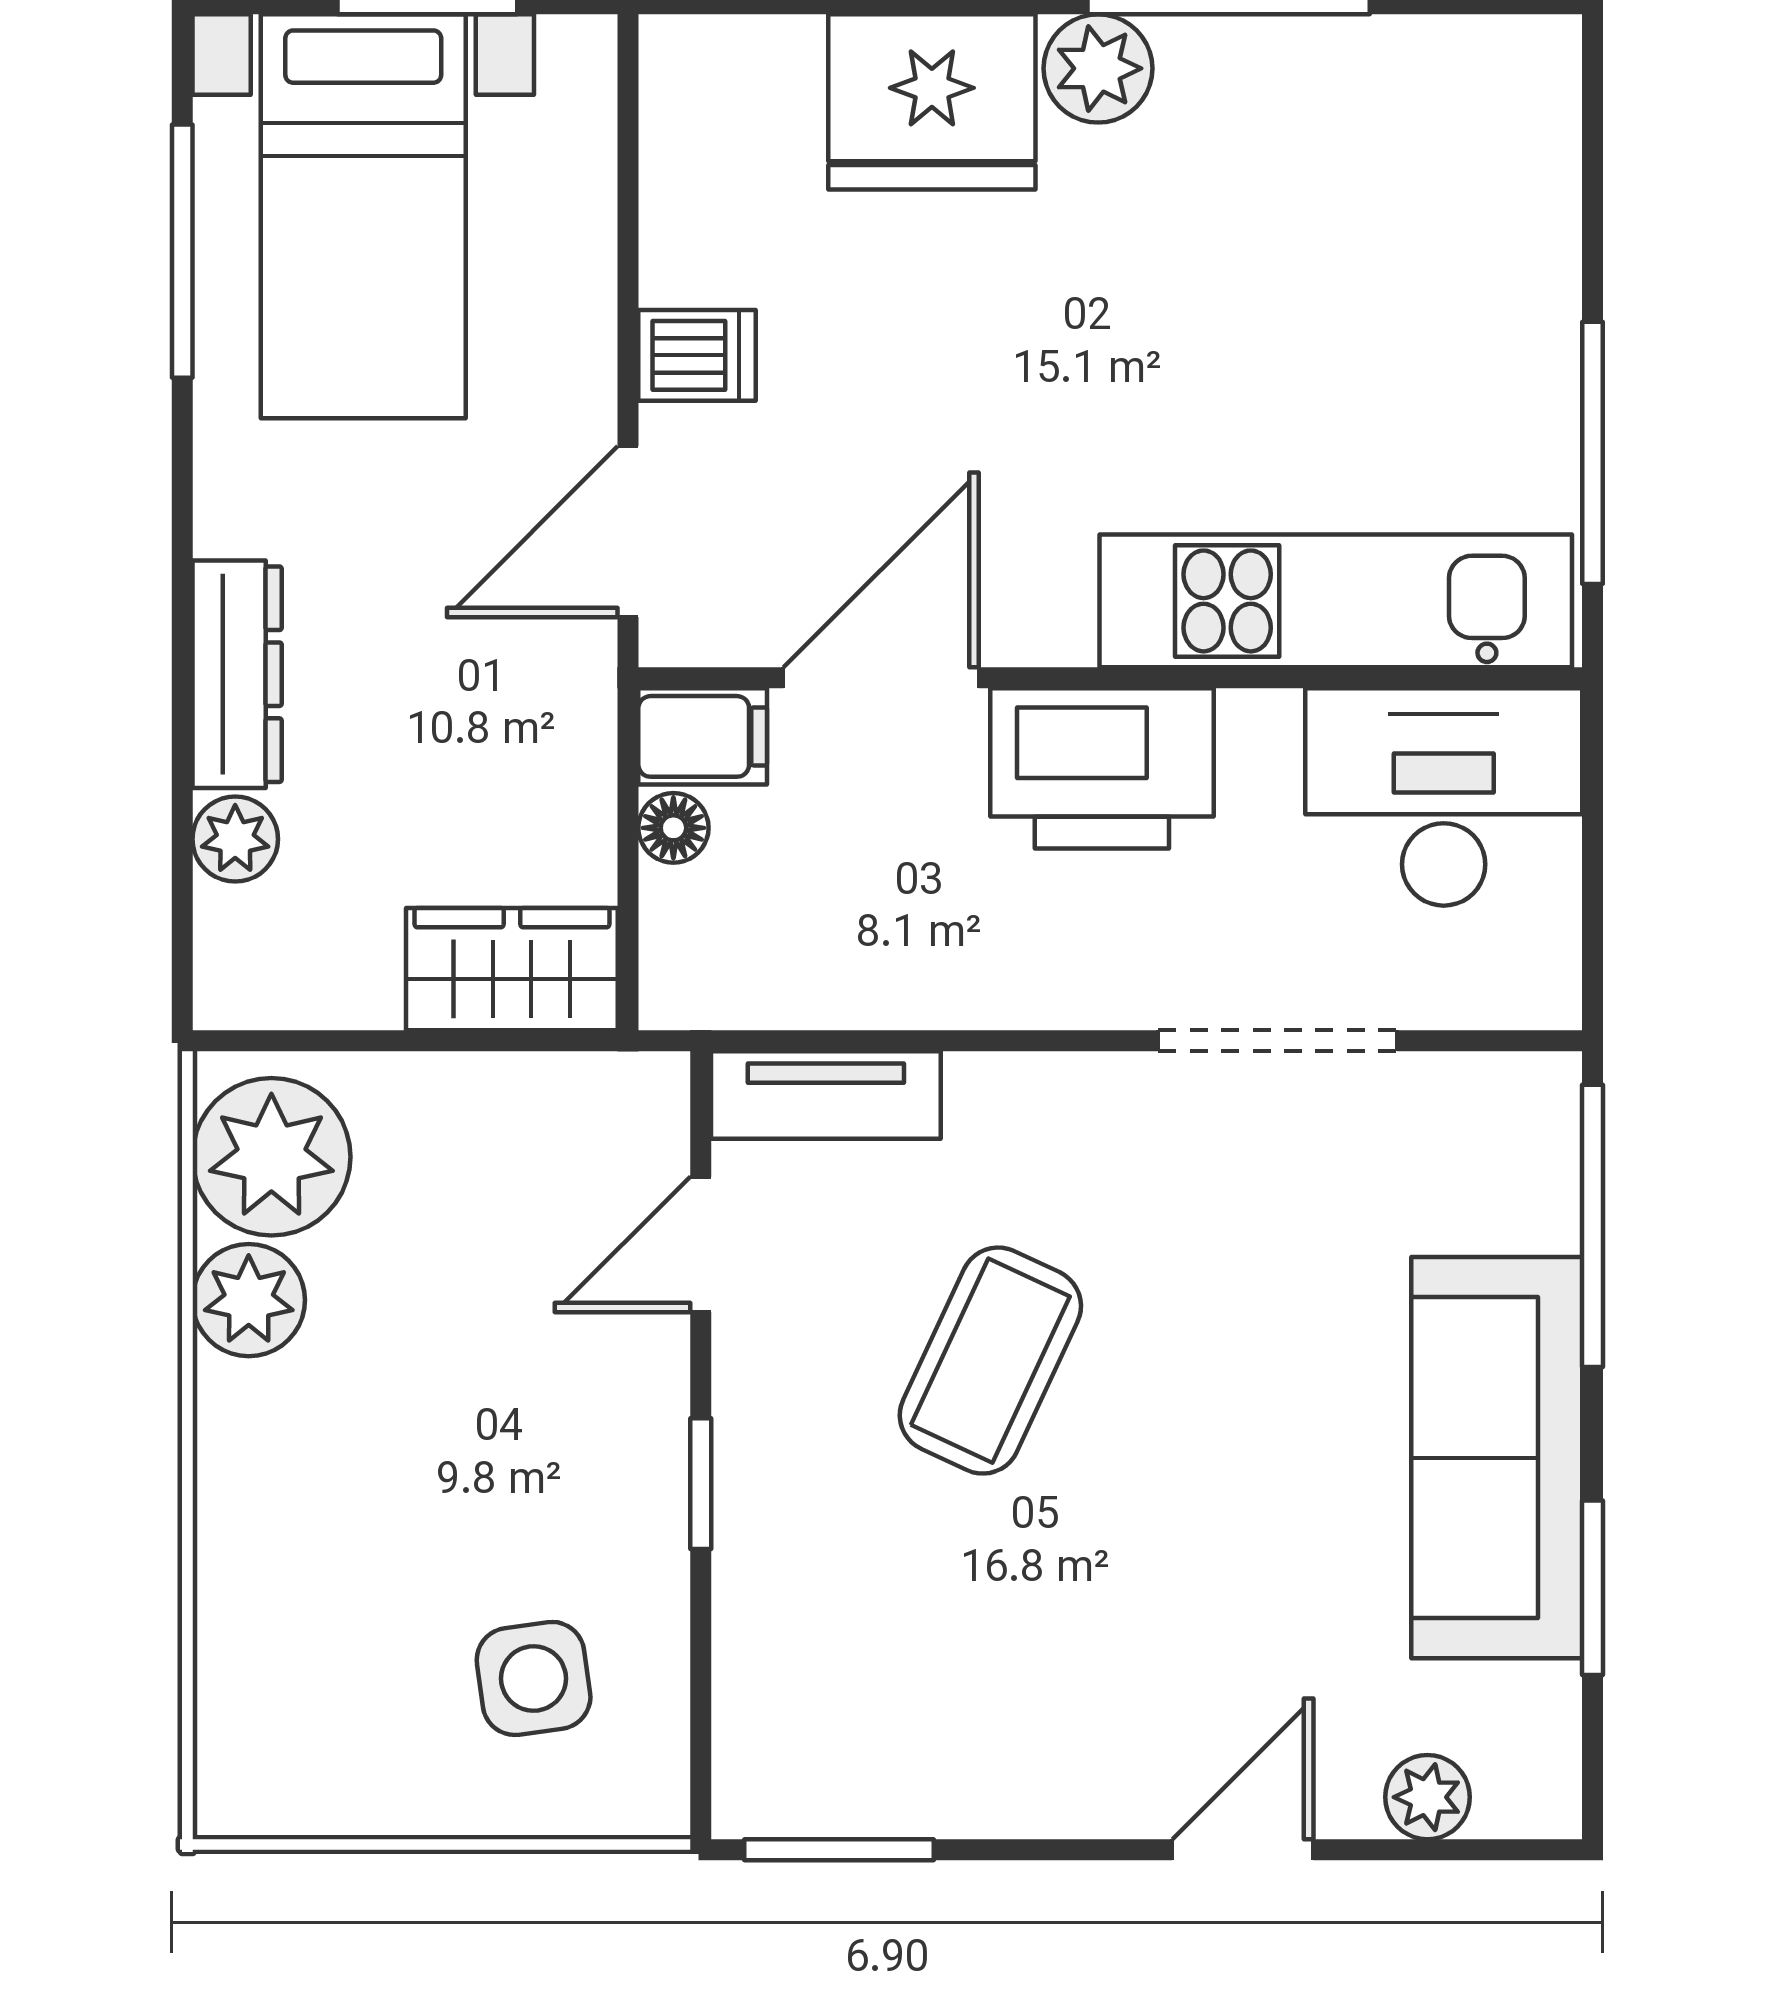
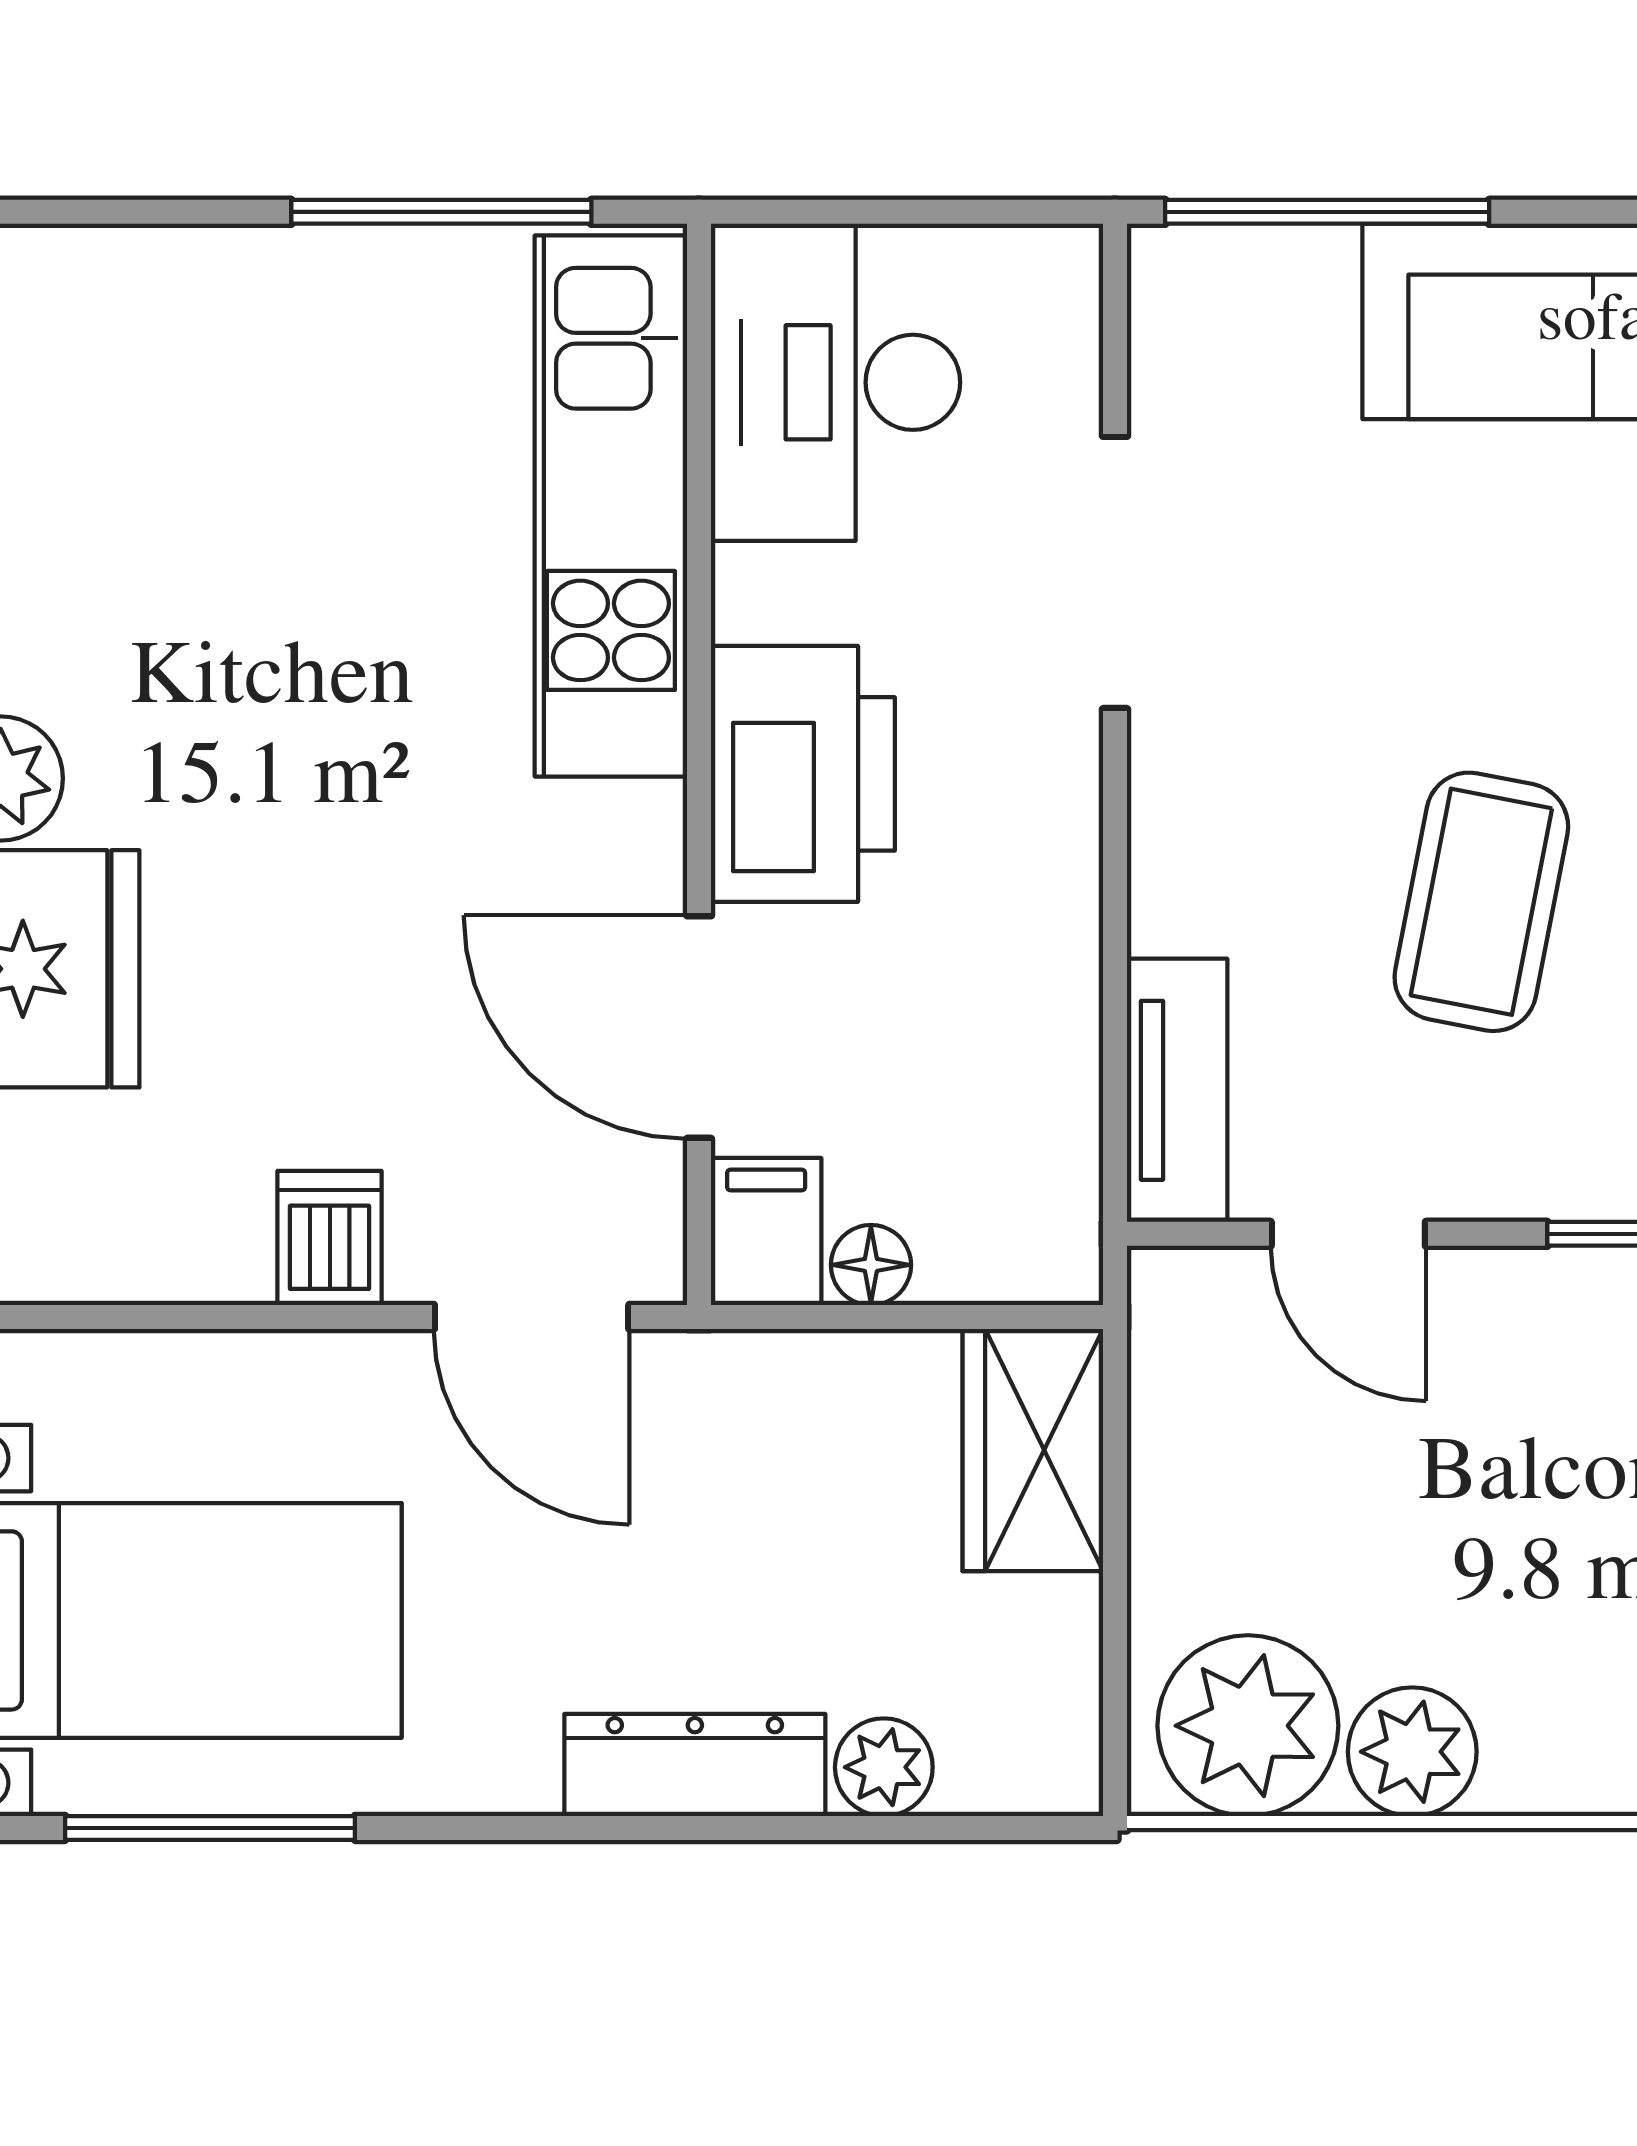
coffee table: (990, 1361) -> (1481, 902), turned 76

